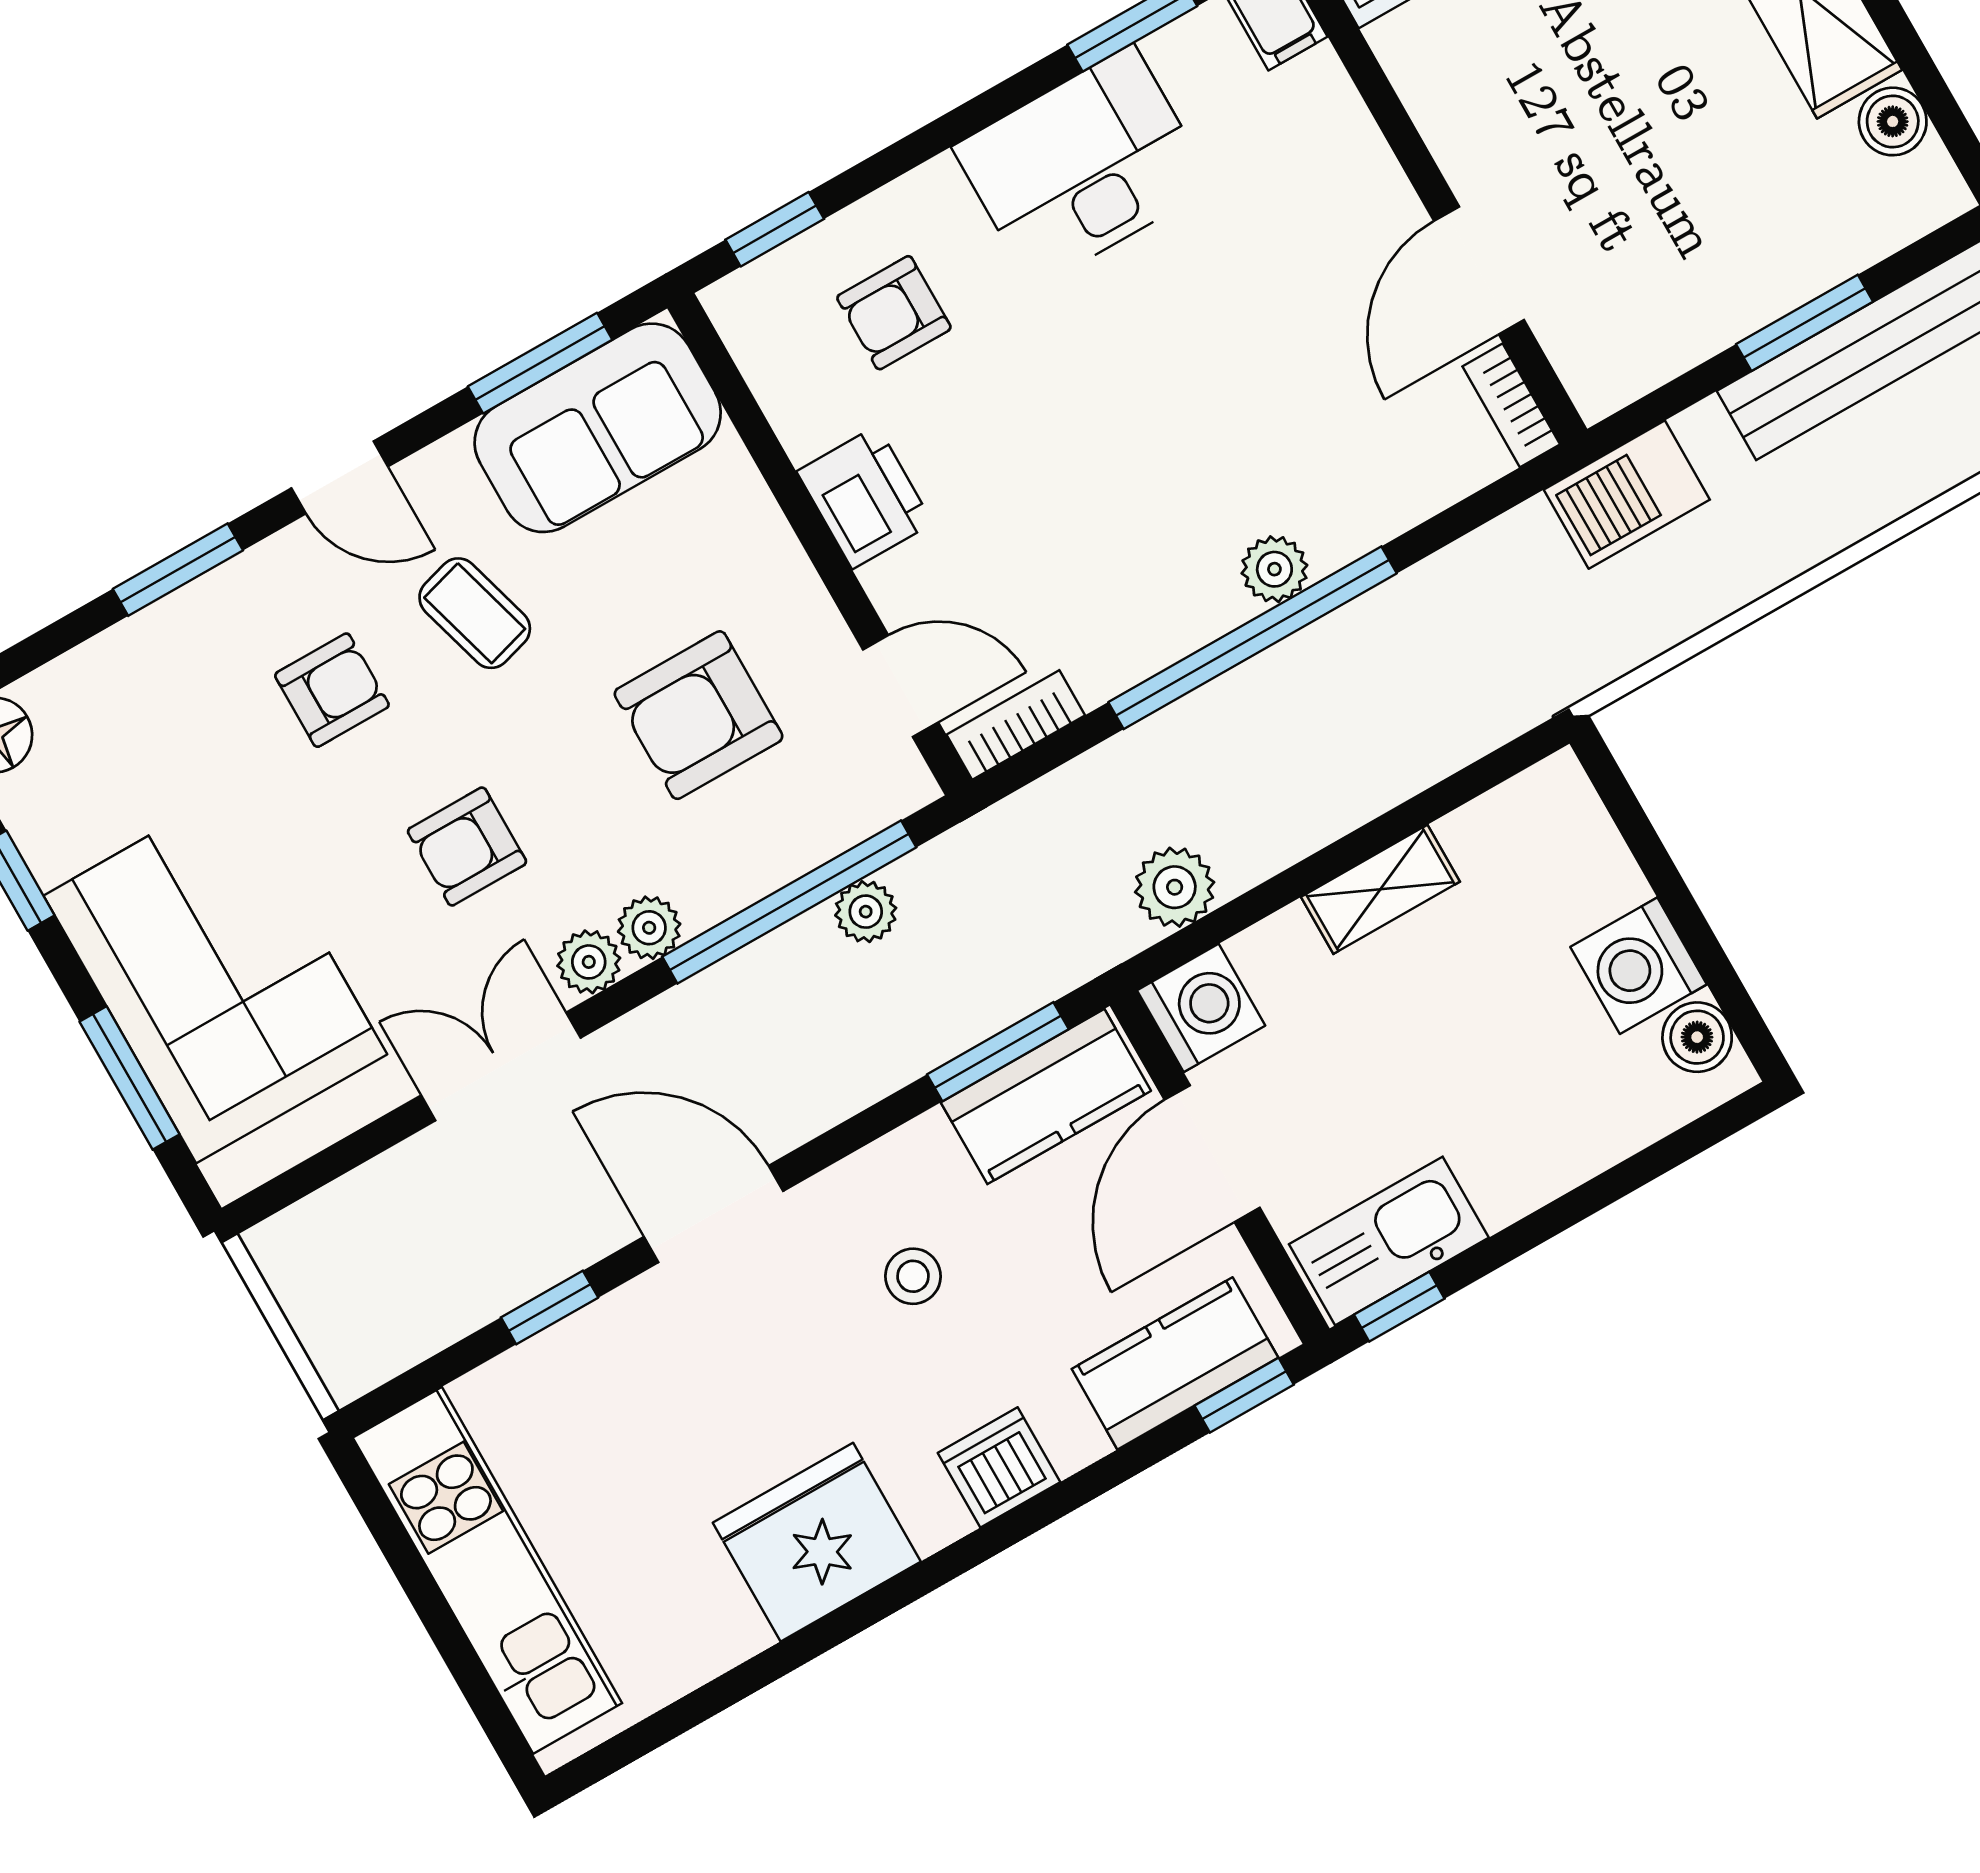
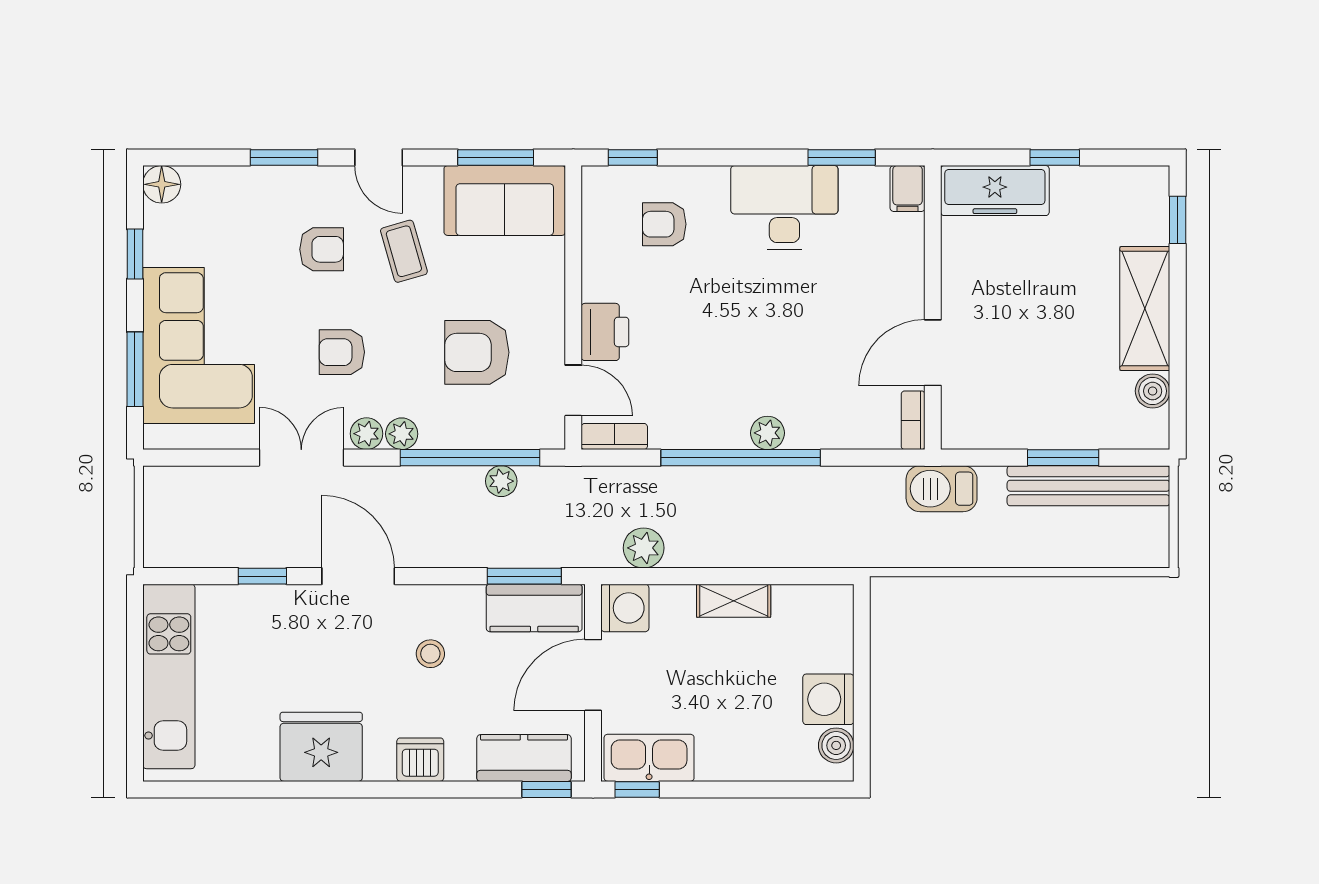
printer: (865, 497) -> (605, 332), moved

